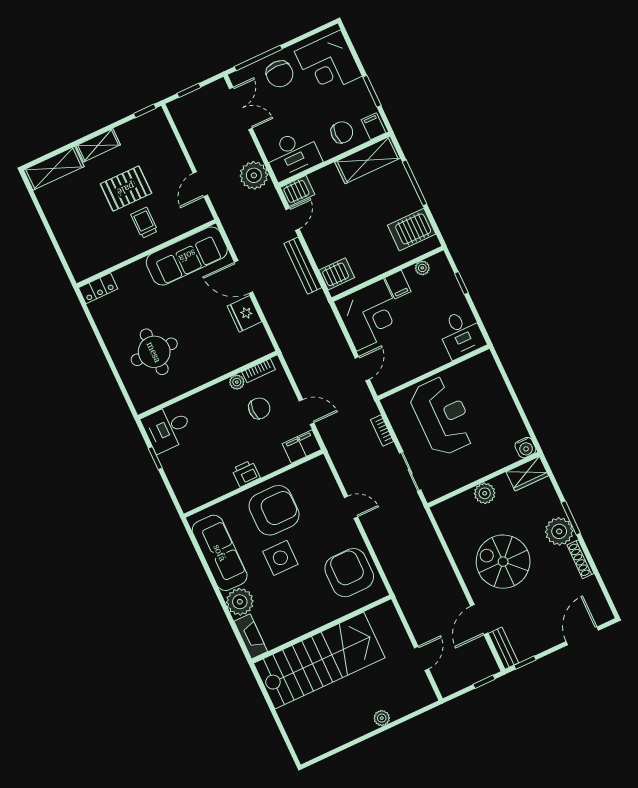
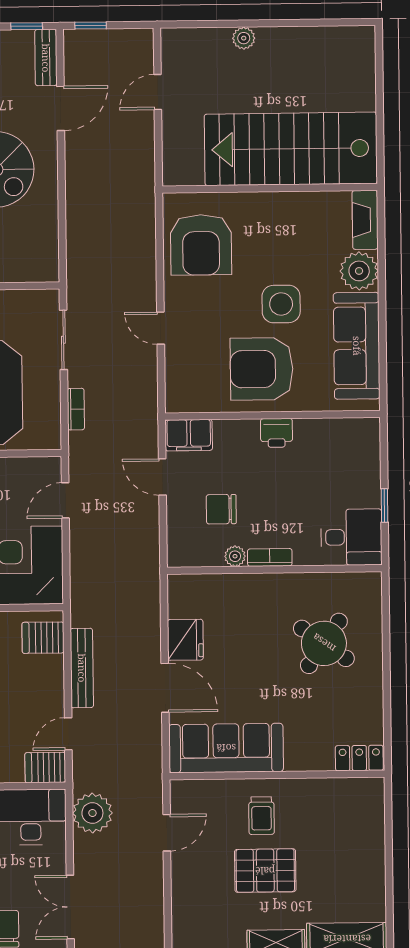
round table: (154, 352) -> (324, 643), turned 35
bookcase: (259, 371) -> (270, 557), moved

